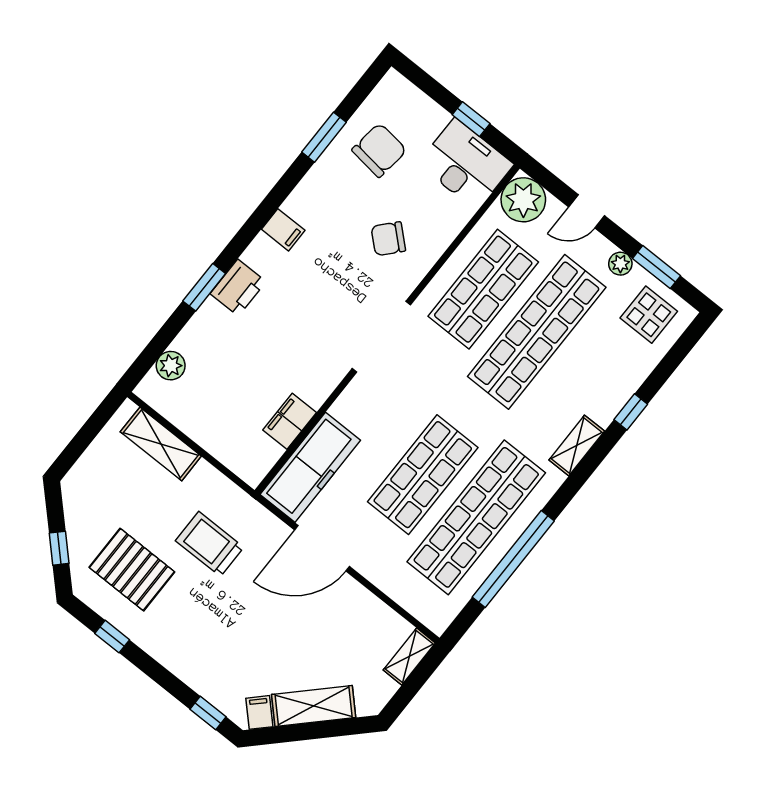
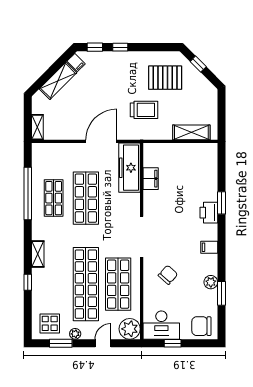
chair: (379, 150) -> (201, 326), moved, turned 83
plant: (171, 366) -> (211, 282), moved
shop shelf: (476, 517) -> (54, 198), width x0.50, depth x0.74
window: (112, 637) -> (120, 47), moved

